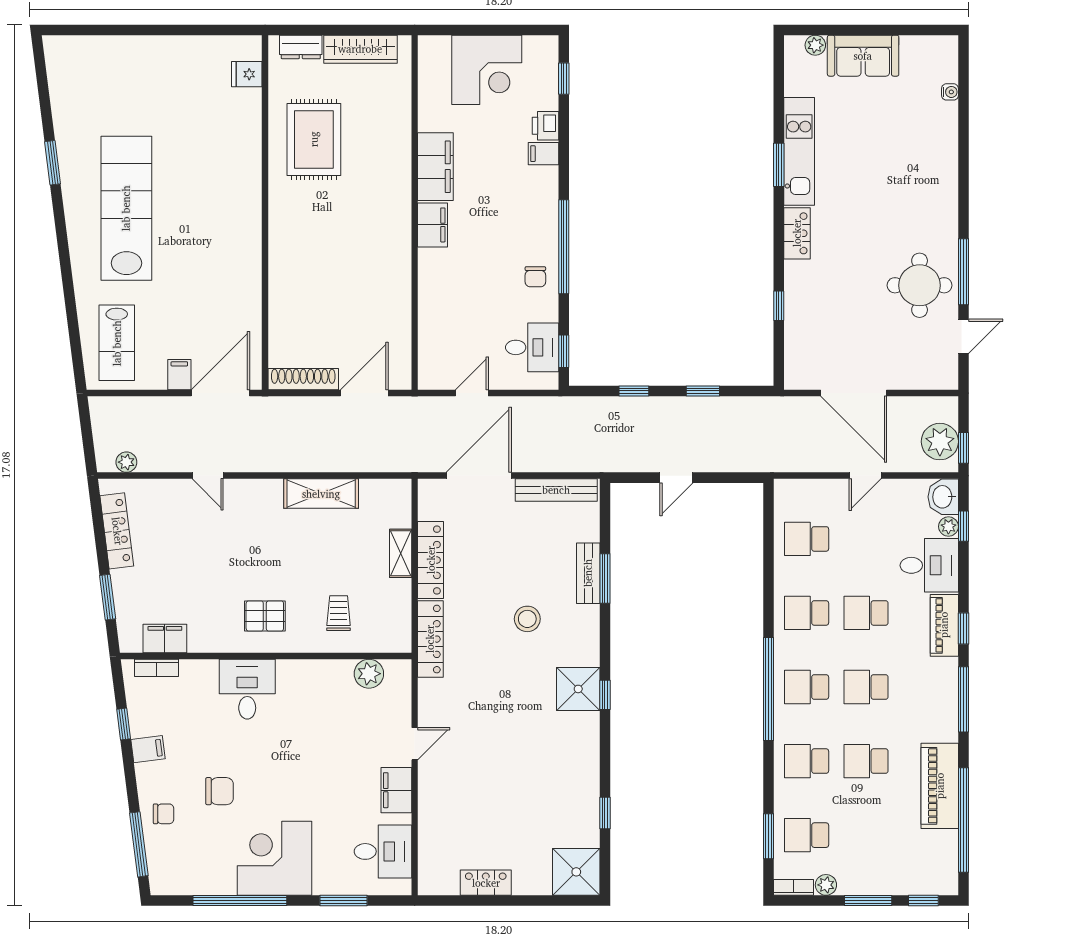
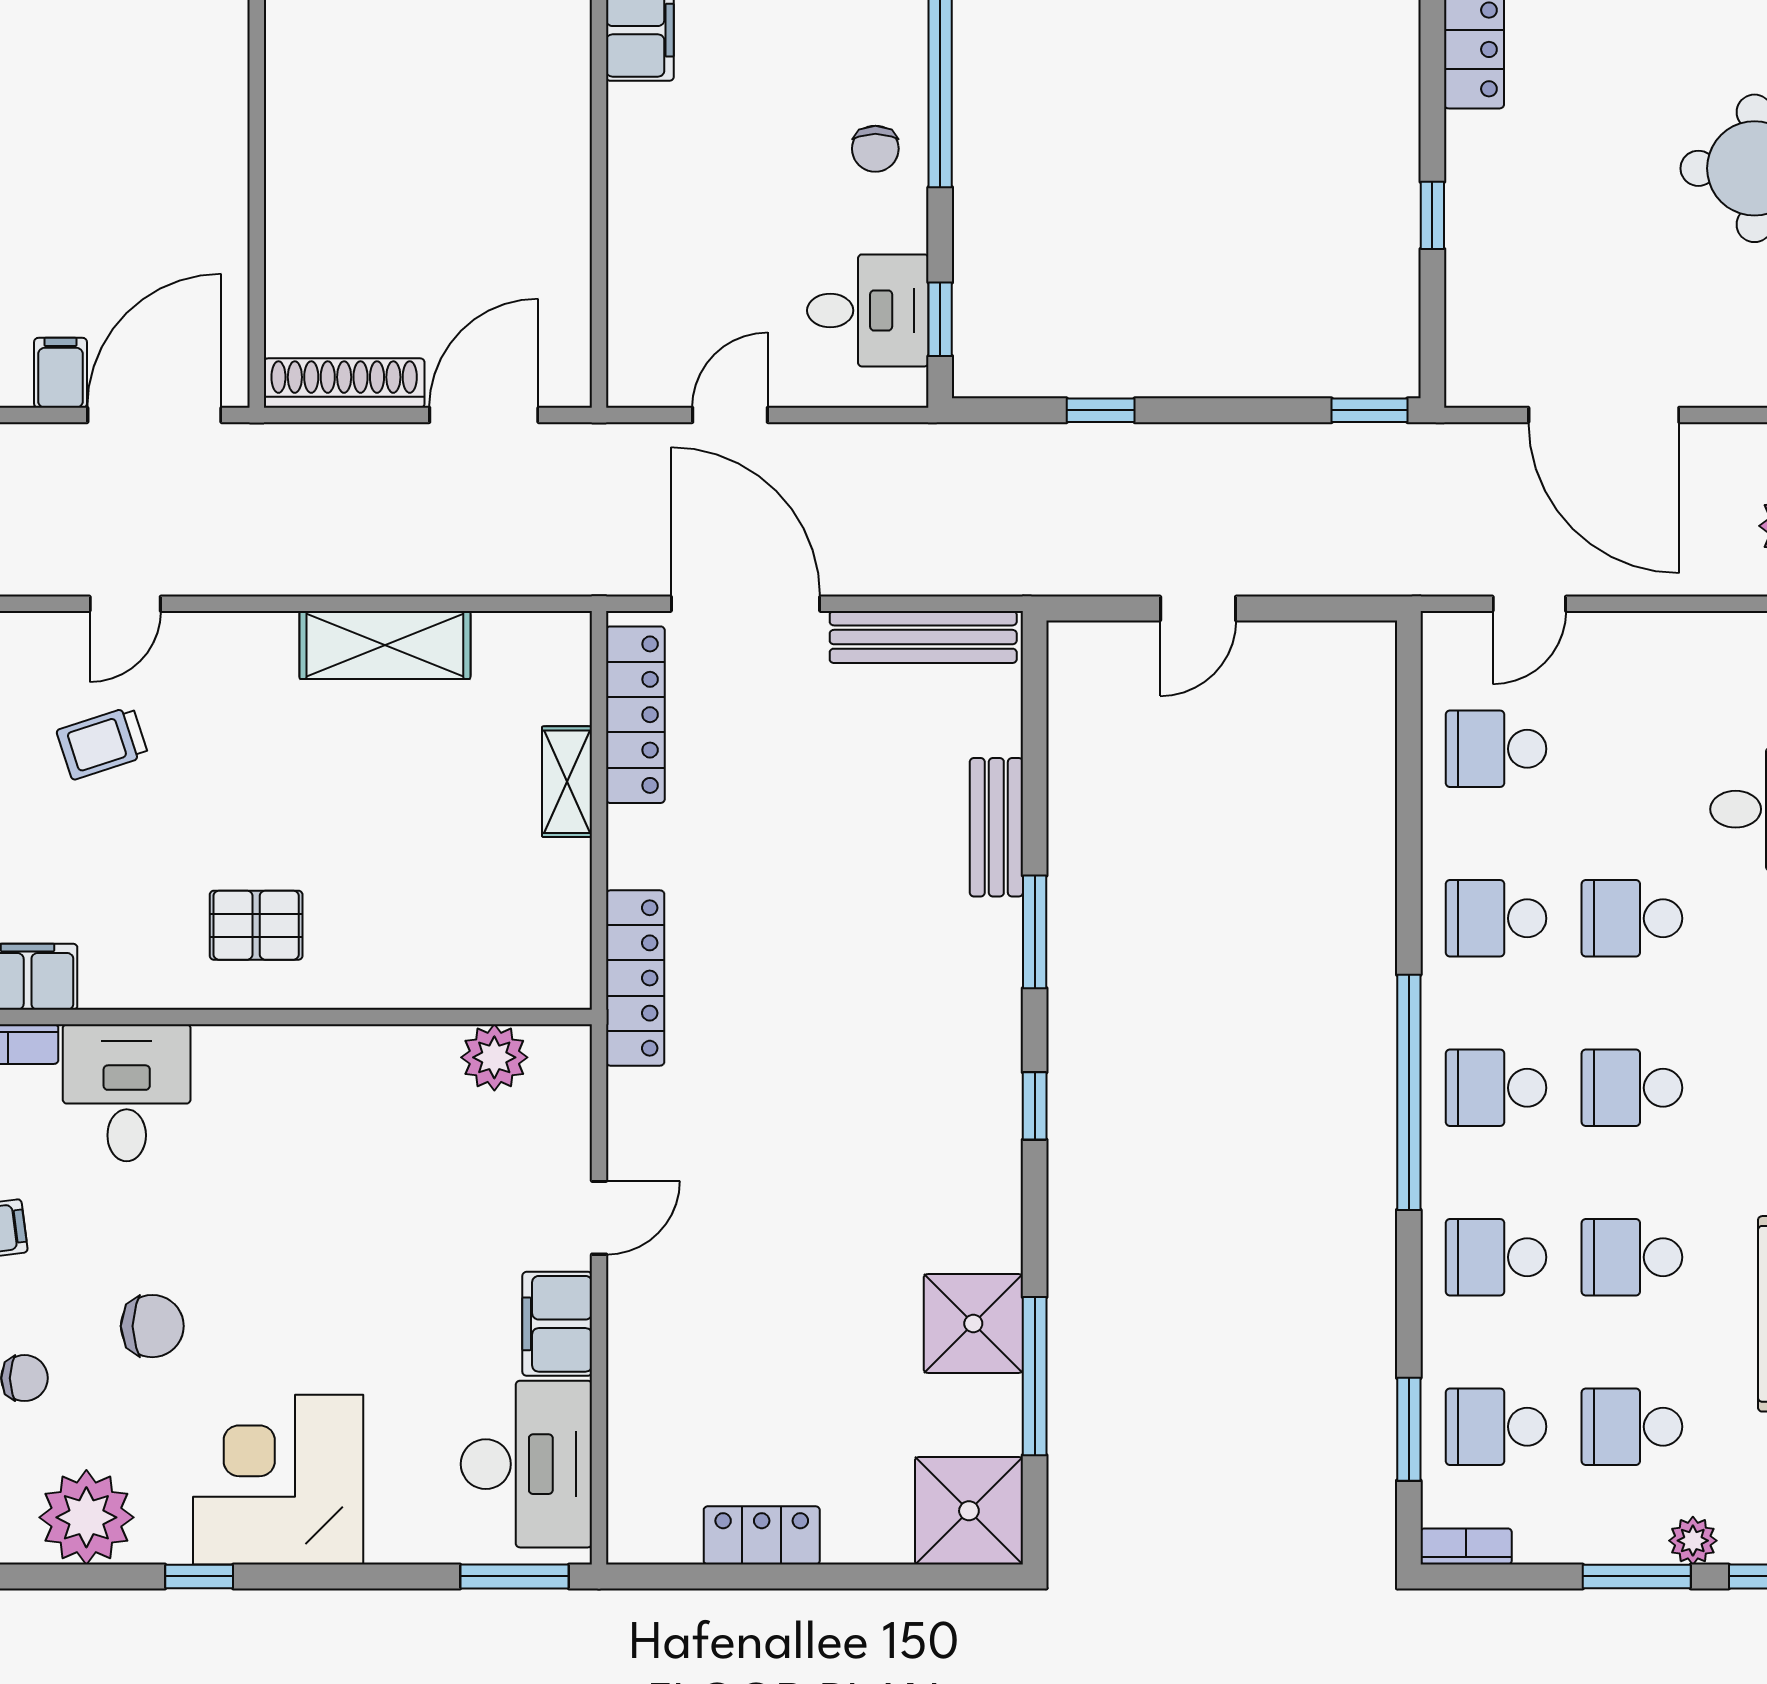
window: (703, 391) -> (1369, 410), moved
door: (208, 476) -> (125, 604), hinge flipped
door: (479, 476) -> (745, 604), hinge flipped
door: (865, 476) -> (1529, 604), moved
locker: (431, 560) -> (635, 715), moved
window: (605, 579) -> (1035, 932), moved
trolley: (339, 613) -> (102, 743), moved, turned -108
stool: (527, 619) -> (857, 932), removed
desk: (247, 689) -> (127, 1093), moved
shower: (578, 689) -> (973, 1324), moved
window: (605, 813) -> (1035, 1376), width x2.17
school desk: (866, 835) -> (1632, 1427), added
desk: (383, 851) -> (526, 1464), width x1.37
plant: (191, 875) -> (86, 1517), added
plant: (826, 885) -> (1693, 1541), moved
window: (240, 901) -> (199, 1576), width x0.32
window: (343, 901) -> (514, 1576), moved

